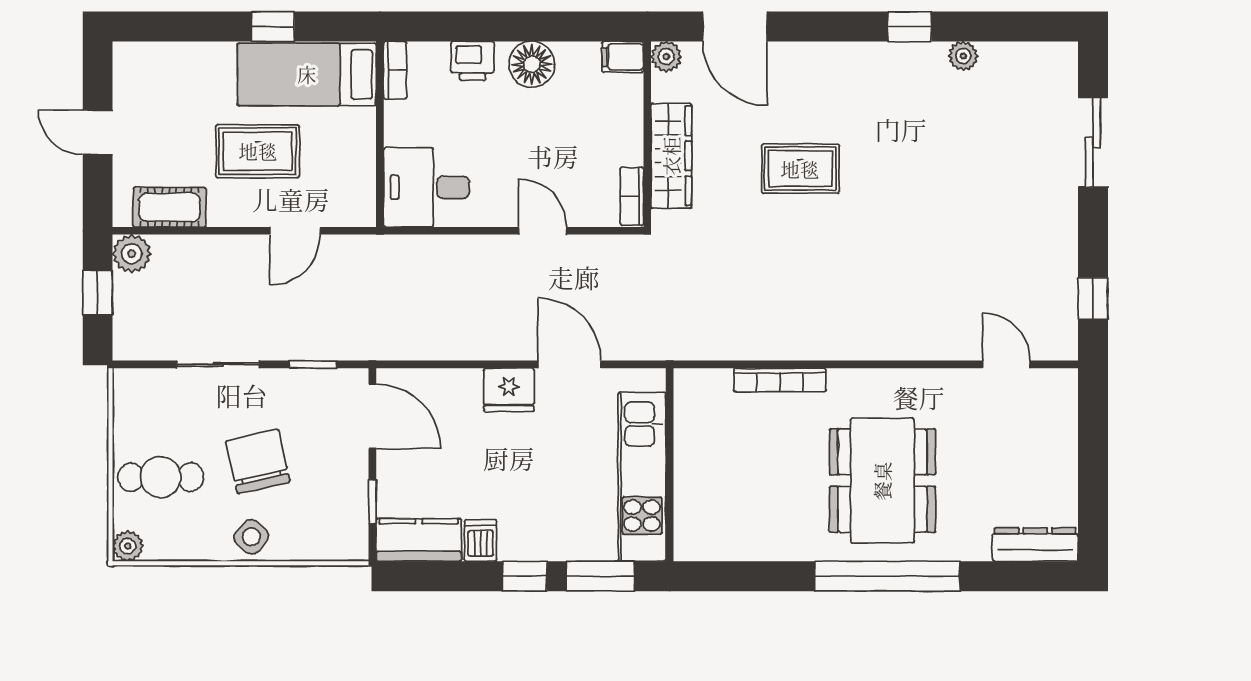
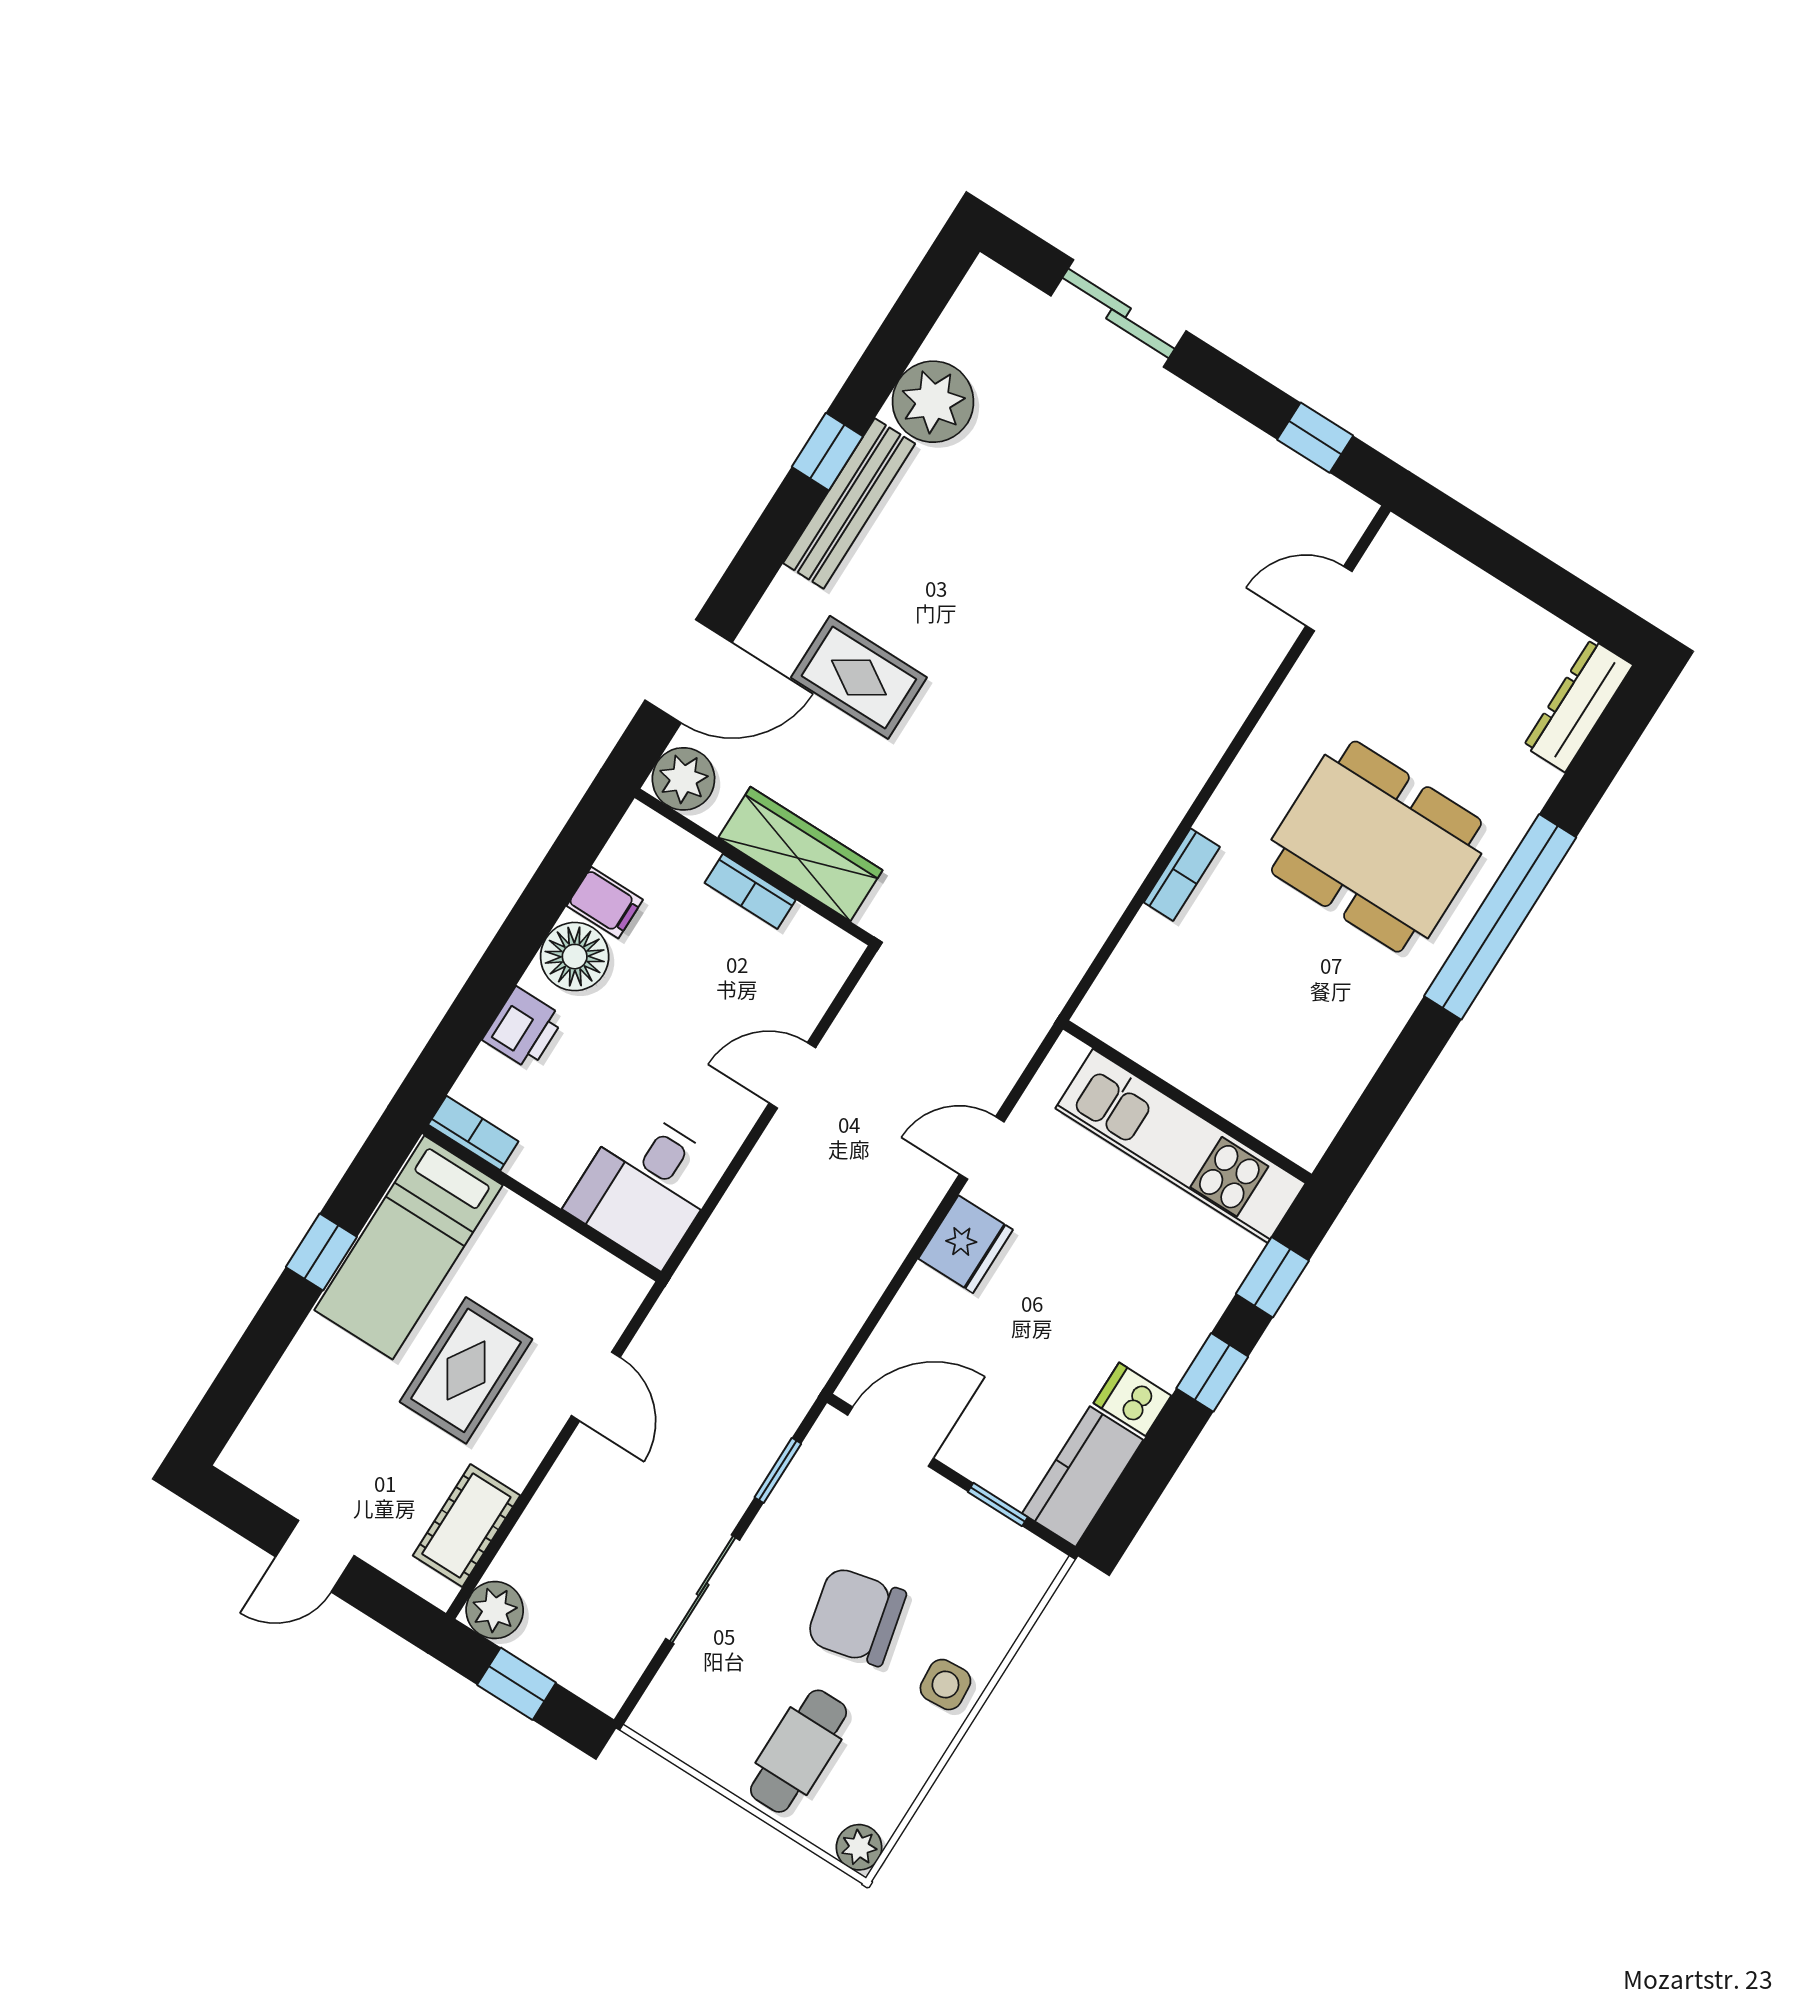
plant: (963, 56) -> (933, 402), width x1.87, depth x1.87
filing cabinet: (623, 57) -> (605, 903), moved, turned -90
plant: (666, 57) -> (683, 779), width x1.38, depth x1.38
bench: (888, 58) -> (849, 503), added
rug: (800, 169) -> (859, 677), moved, turned 90
bookcase: (632, 196) -> (750, 891), moved
door: (569, 364) -> (982, 1148), width x0.73
bookcase: (780, 380) -> (1182, 875), width x0.64
side table: (251, 537) -> (945, 1685), turned 45
window: (600, 576) -> (1272, 1277), width x0.67

